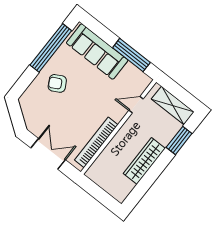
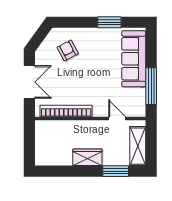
window: (51, 48) -> (109, 22), width x0.47
armchair: (57, 83) -> (68, 50), moved
wardrobe: (144, 161) -> (87, 157), width x0.67

